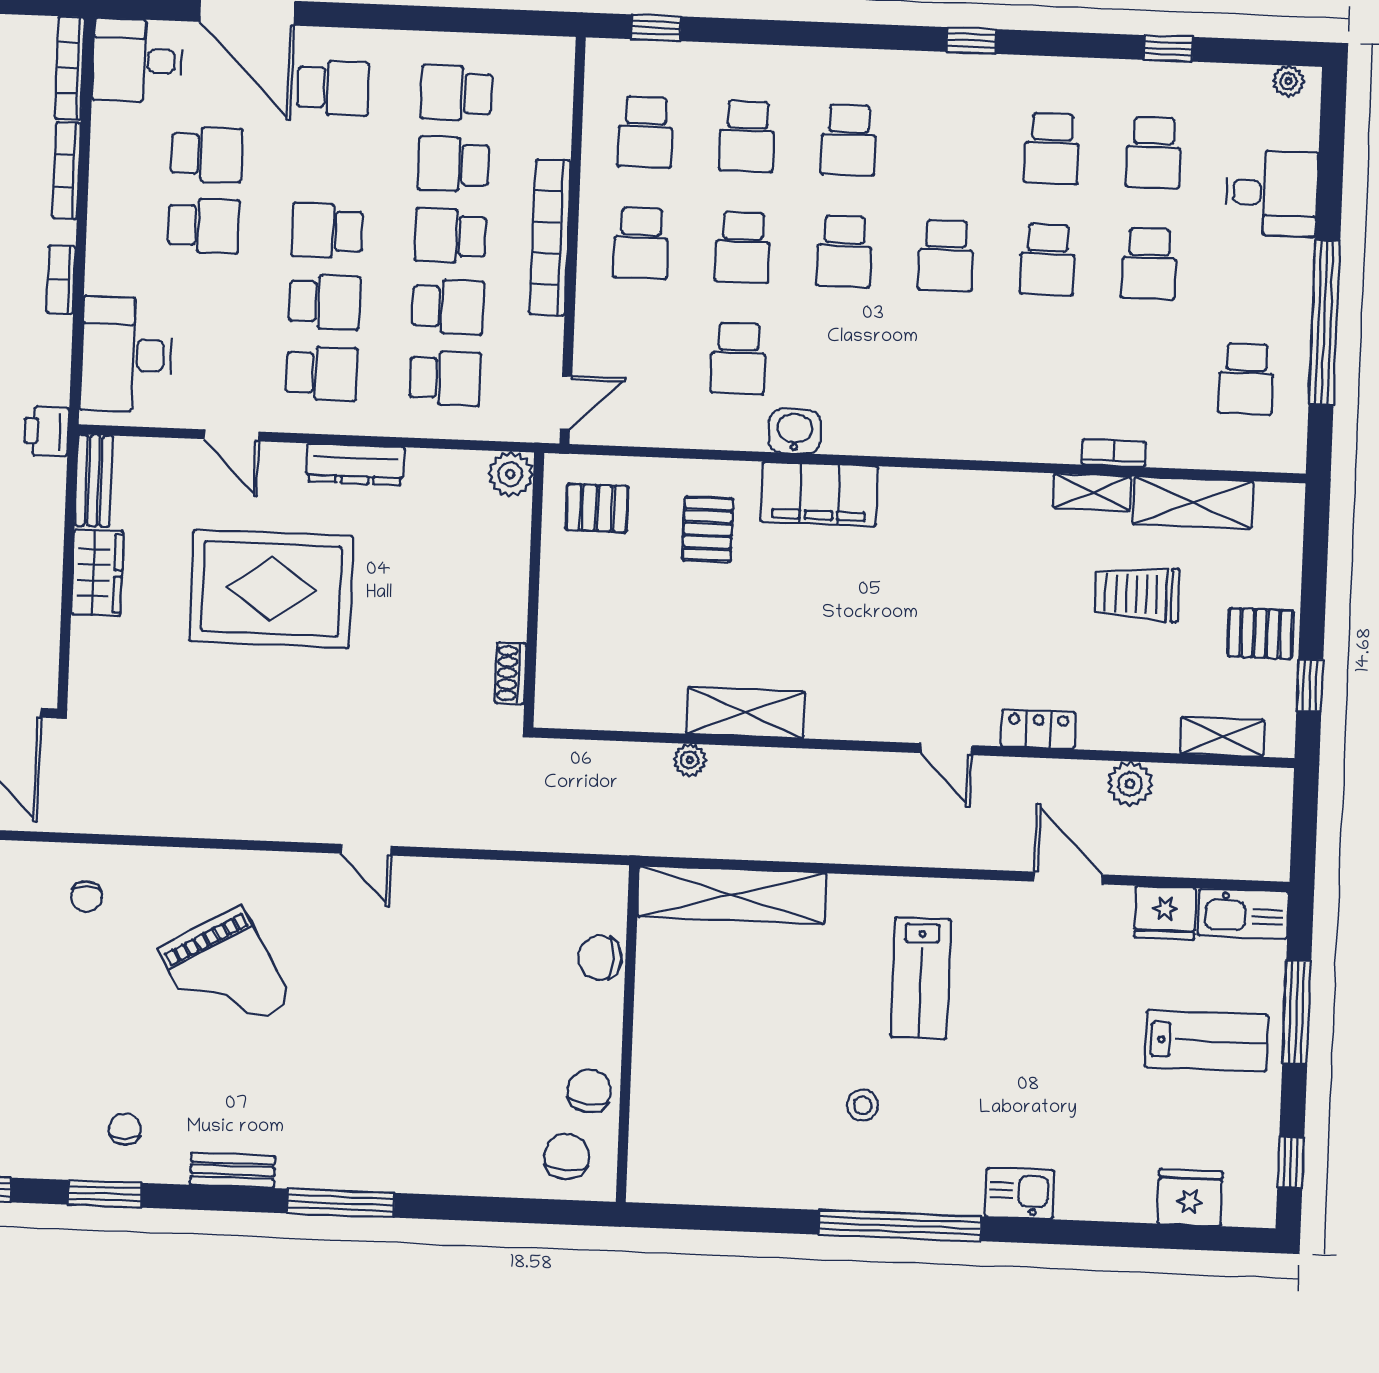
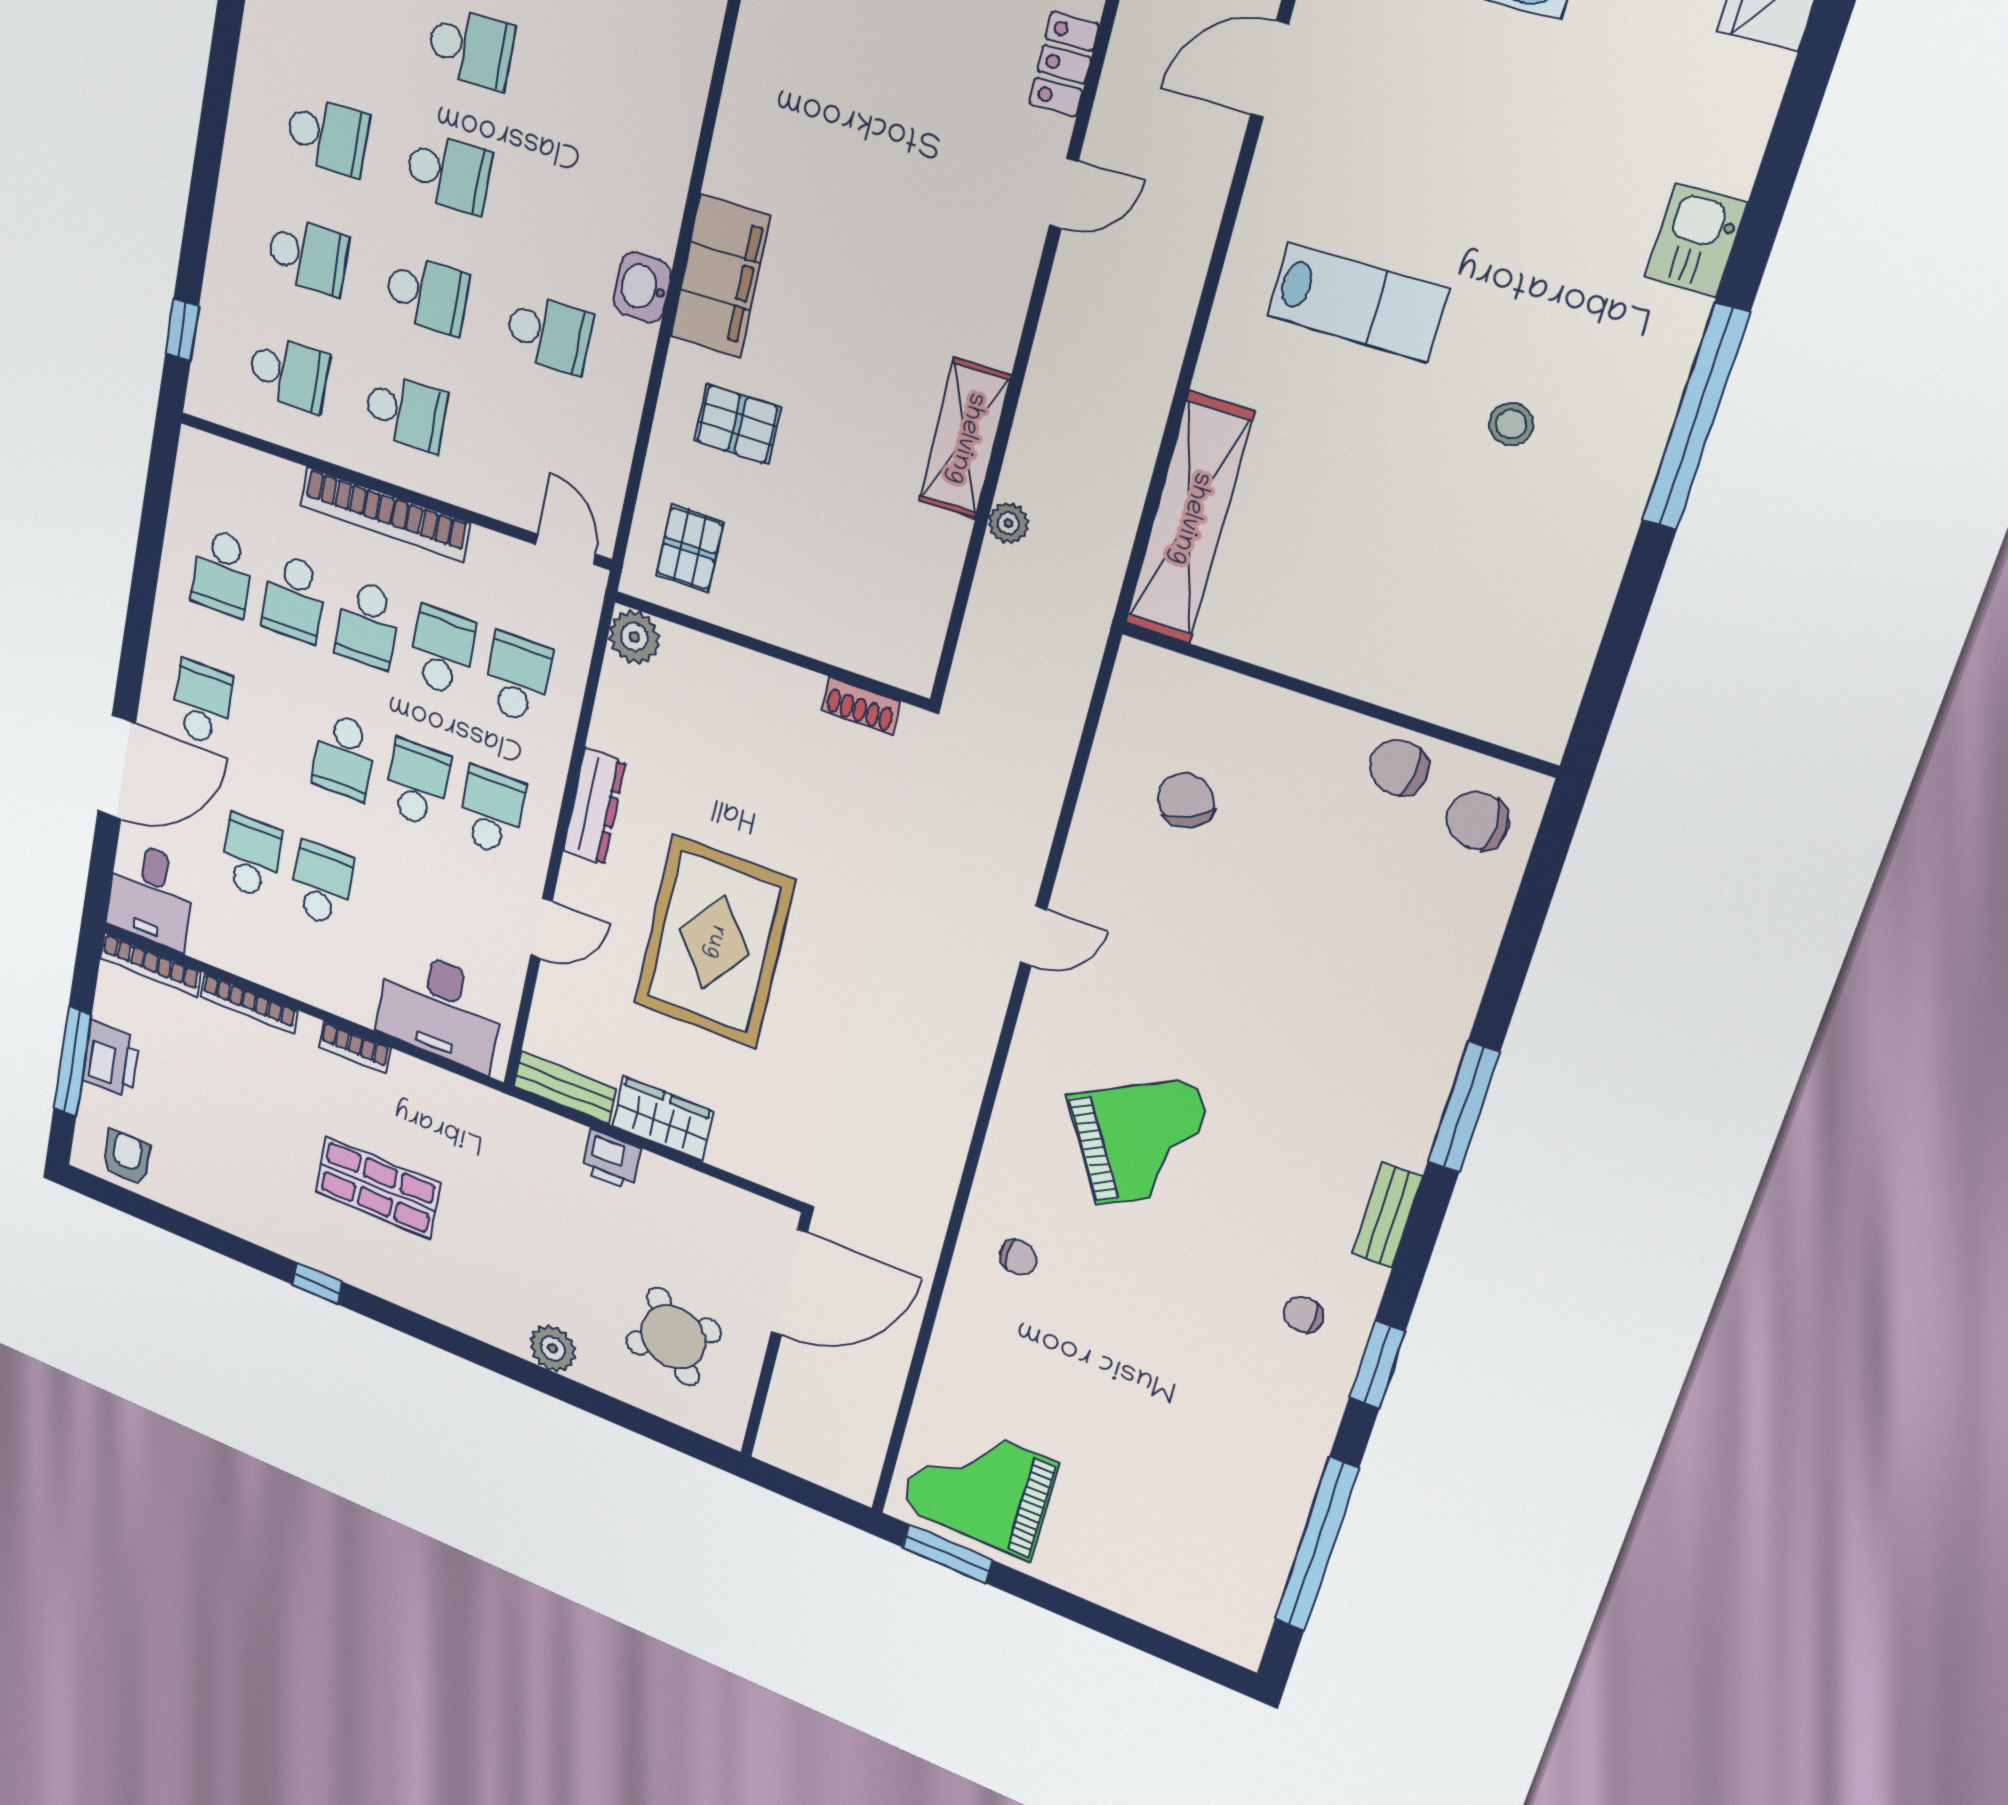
printer: (47, 431) -> (611, 1160), moved
chair: (600, 958) -> (1186, 800), moved, turned 153

